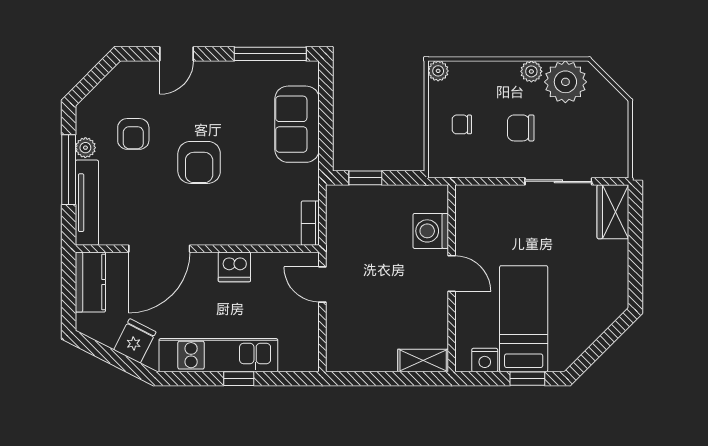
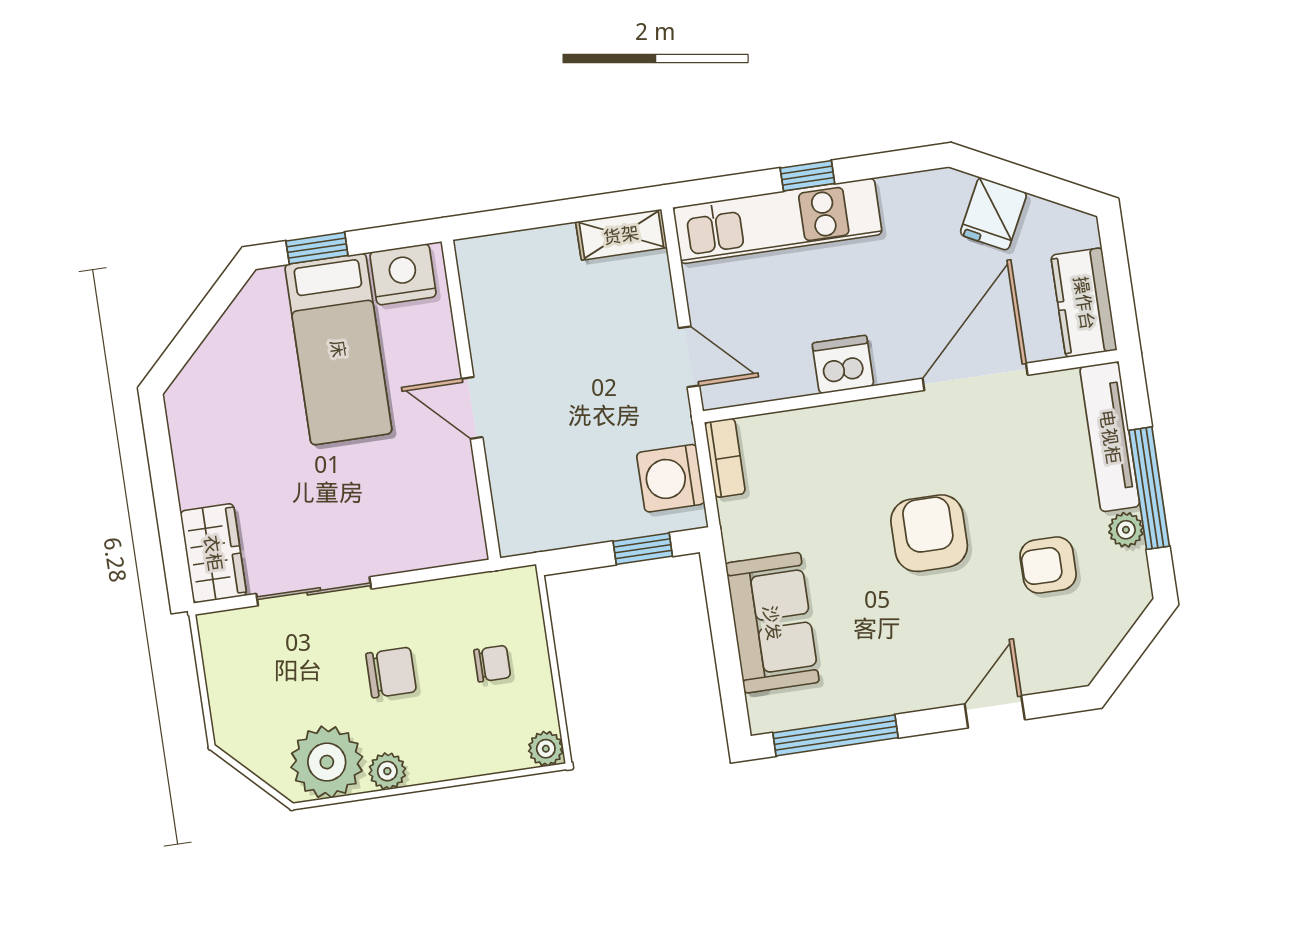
armchair: (133, 134) -> (1048, 565), turned -90
washing machine: (431, 231) -> (671, 478), moved, turned 180
kitchen unit: (218, 355) -> (777, 221), moved
shelving: (423, 360) -> (621, 235), moved
nightstand: (485, 360) -> (403, 274), width x1.36, depth x1.33

